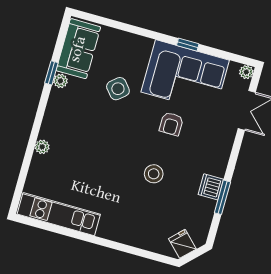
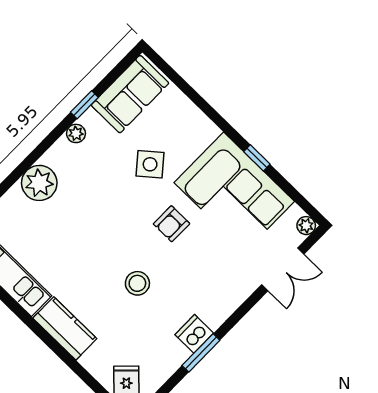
plant: (60, 81) -> (76, 133), moved
armchair: (171, 124) -> (172, 224), moved
plant: (42, 147) -> (39, 183), width x1.88, depth x1.88
kitchen counter: (121, 231) -> (65, 328), added

